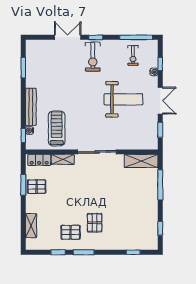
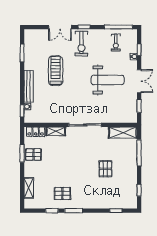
double door: (68, 37) -> (60, 27), swing flipped
treadmill: (57, 129) -> (56, 71), moved
pallet: (95, 223) -> (105, 169), moved

